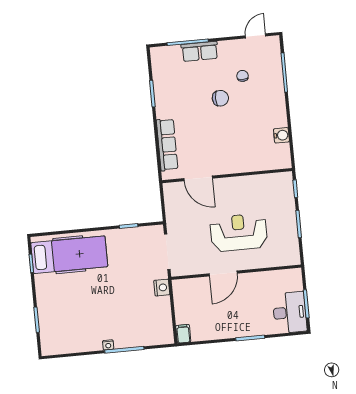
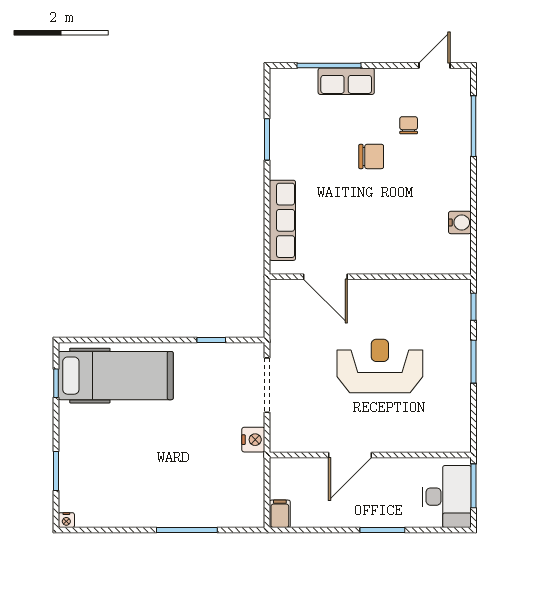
wall: (236, 272) -> (370, 455), moved
door: (223, 273) -> (350, 455), moved
nightstand: (108, 345) -> (66, 520), moved

